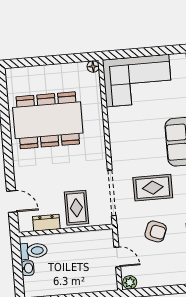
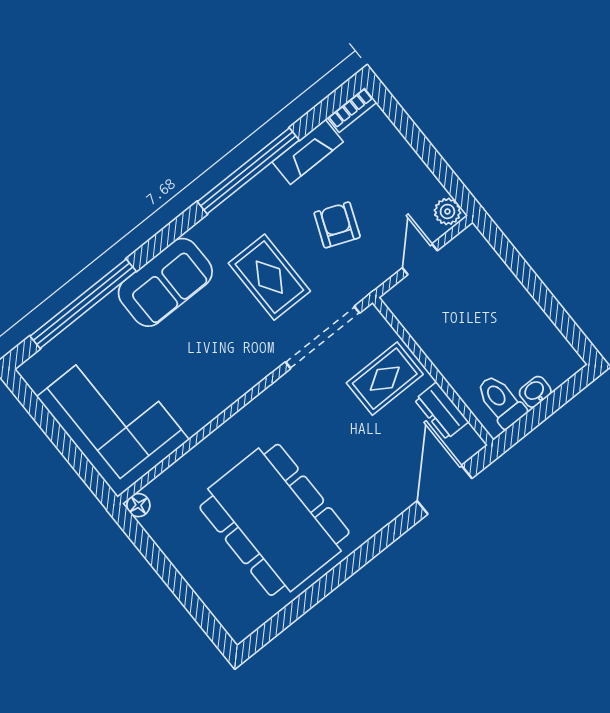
door: (12, 201) -> (445, 490), width x1.37

